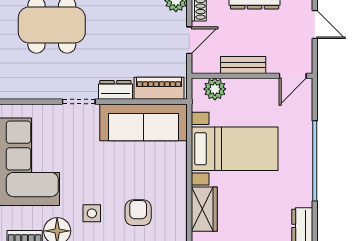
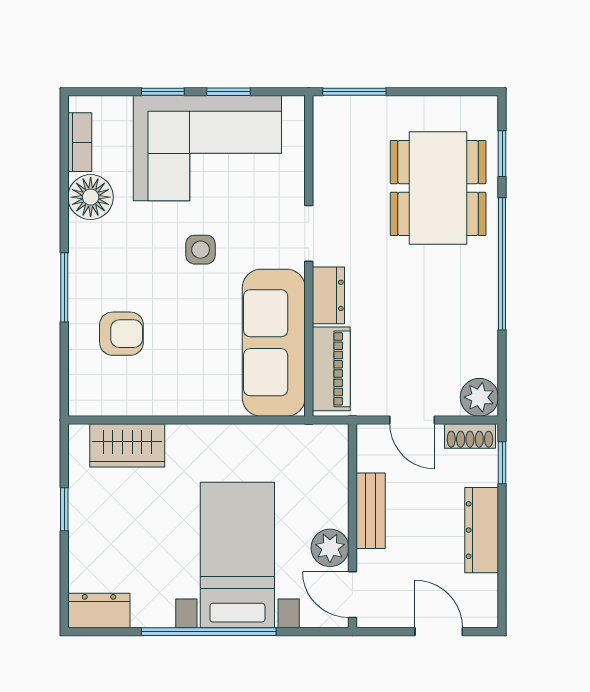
door: (315, 25) -> (439, 632), swing flipped
plant: (215, 89) -> (330, 548), moved
bed with nightstands: (235, 149) -> (237, 555), moved, turned 180
side table: (92, 213) -> (201, 250), moved

